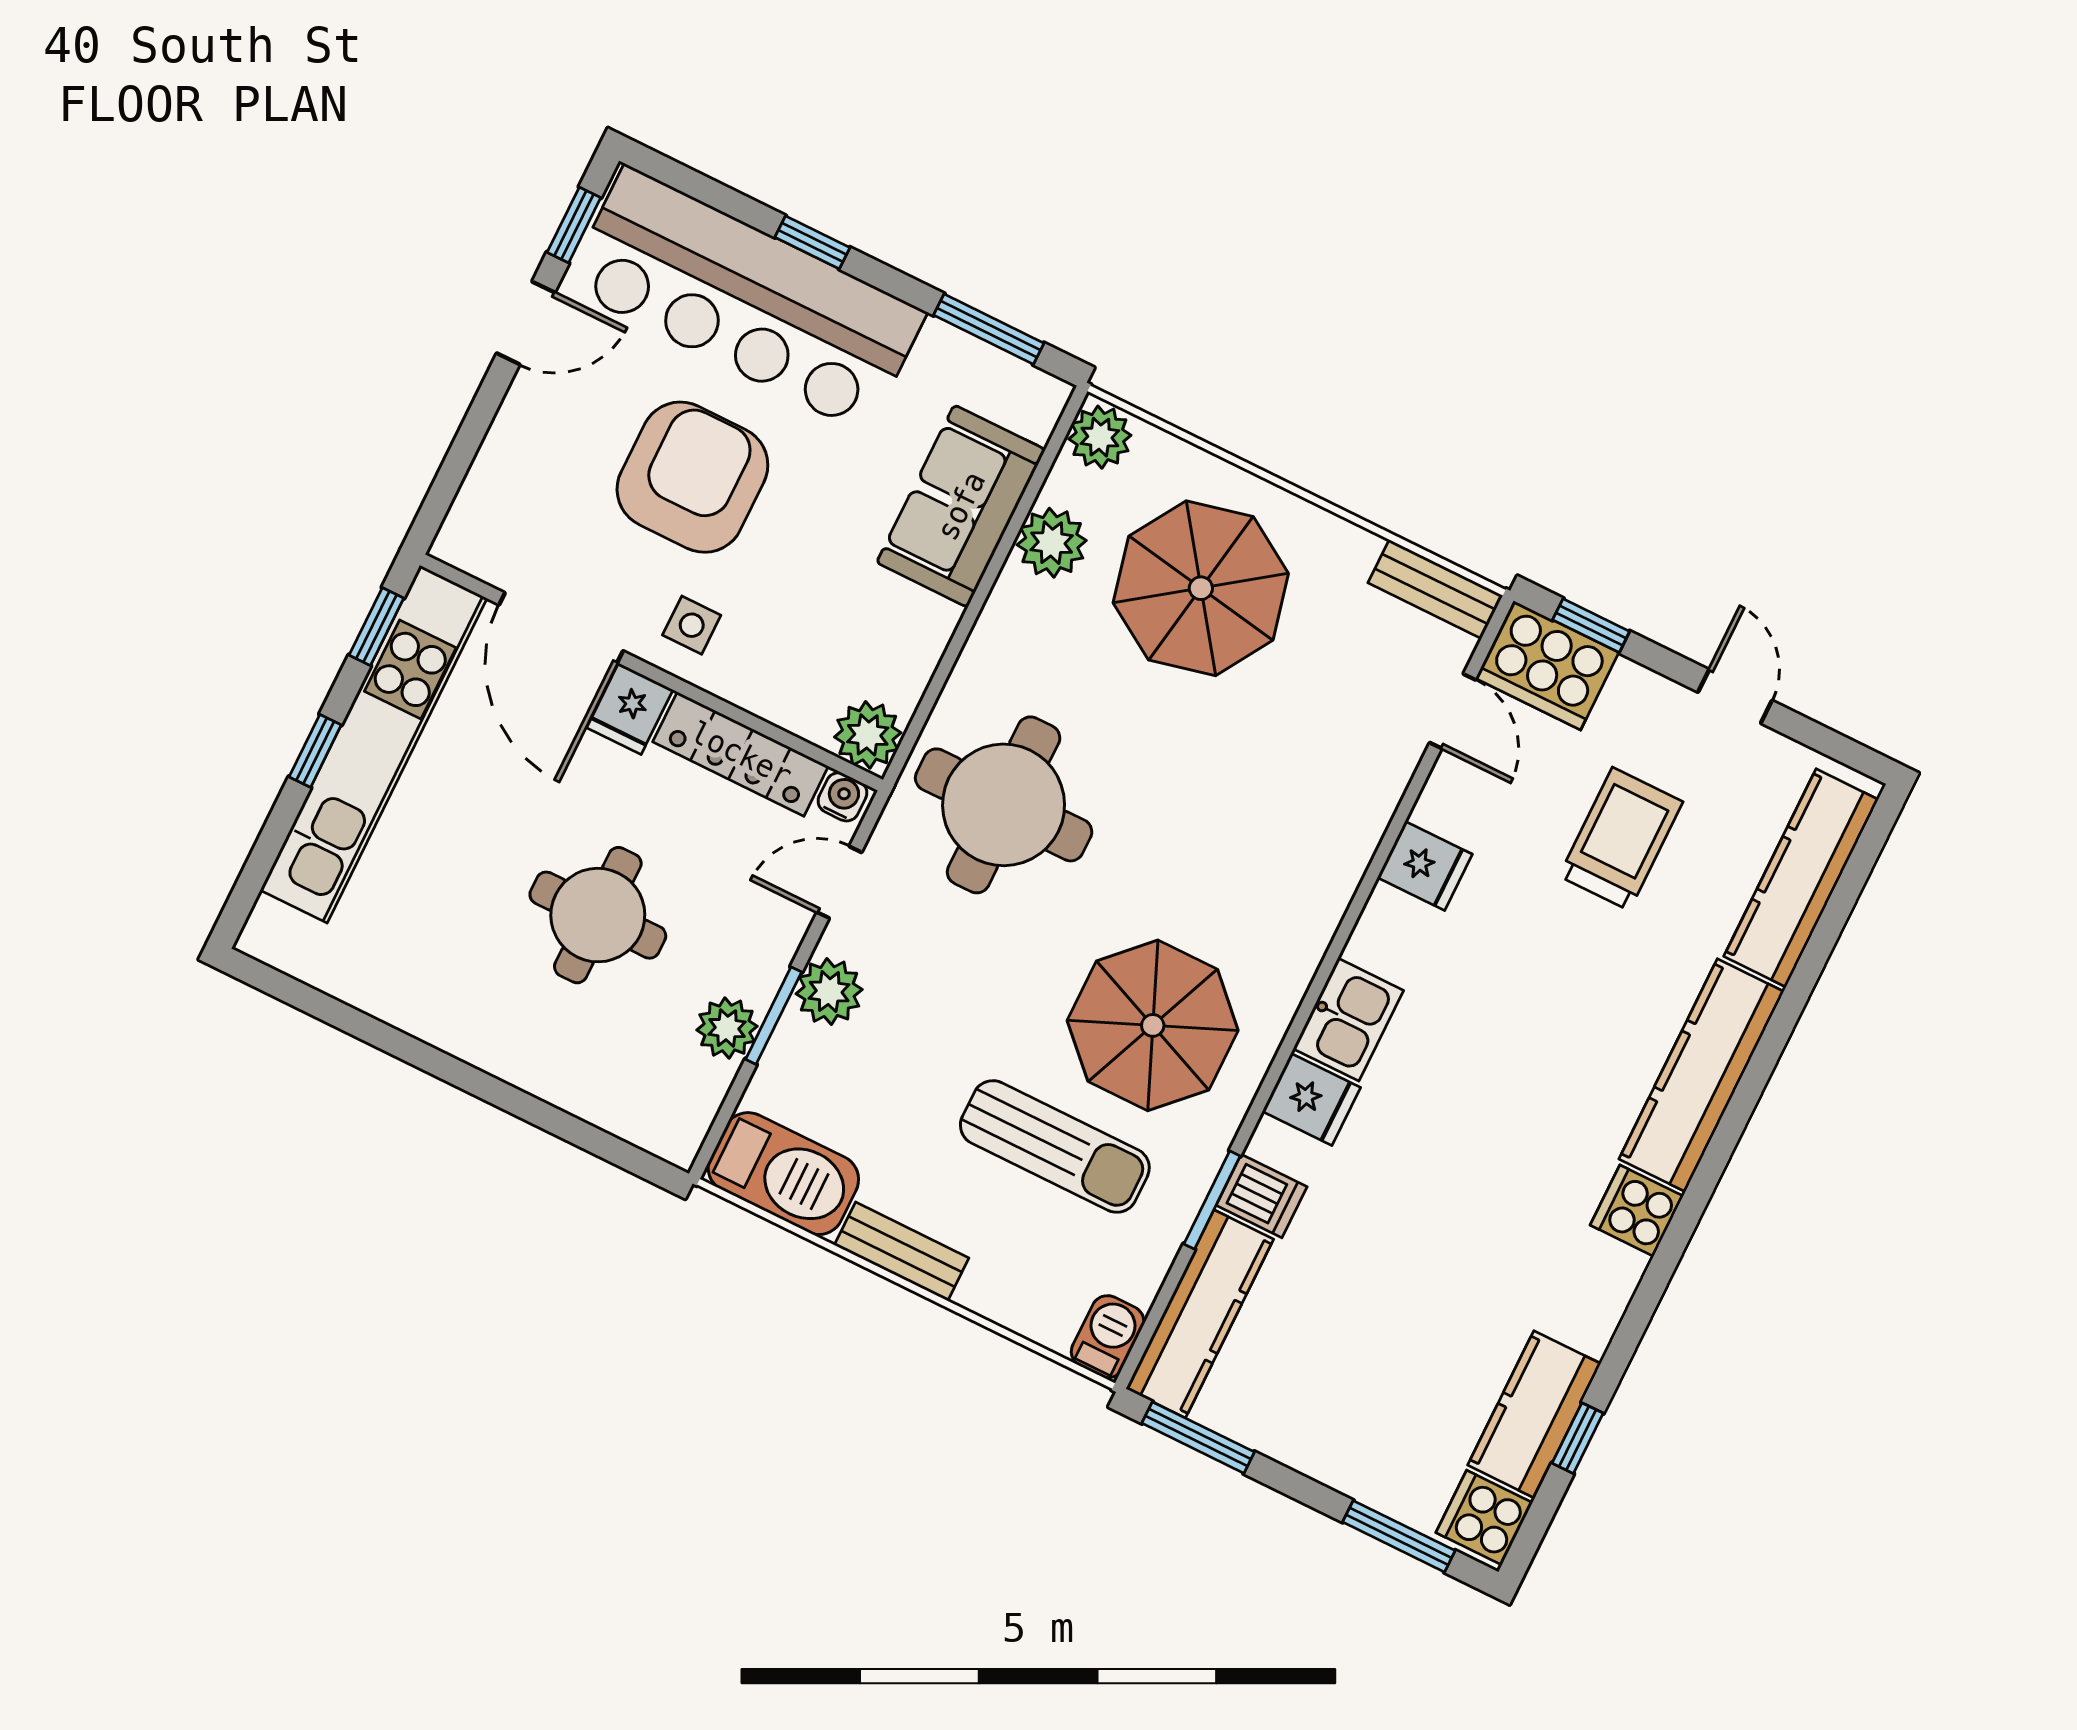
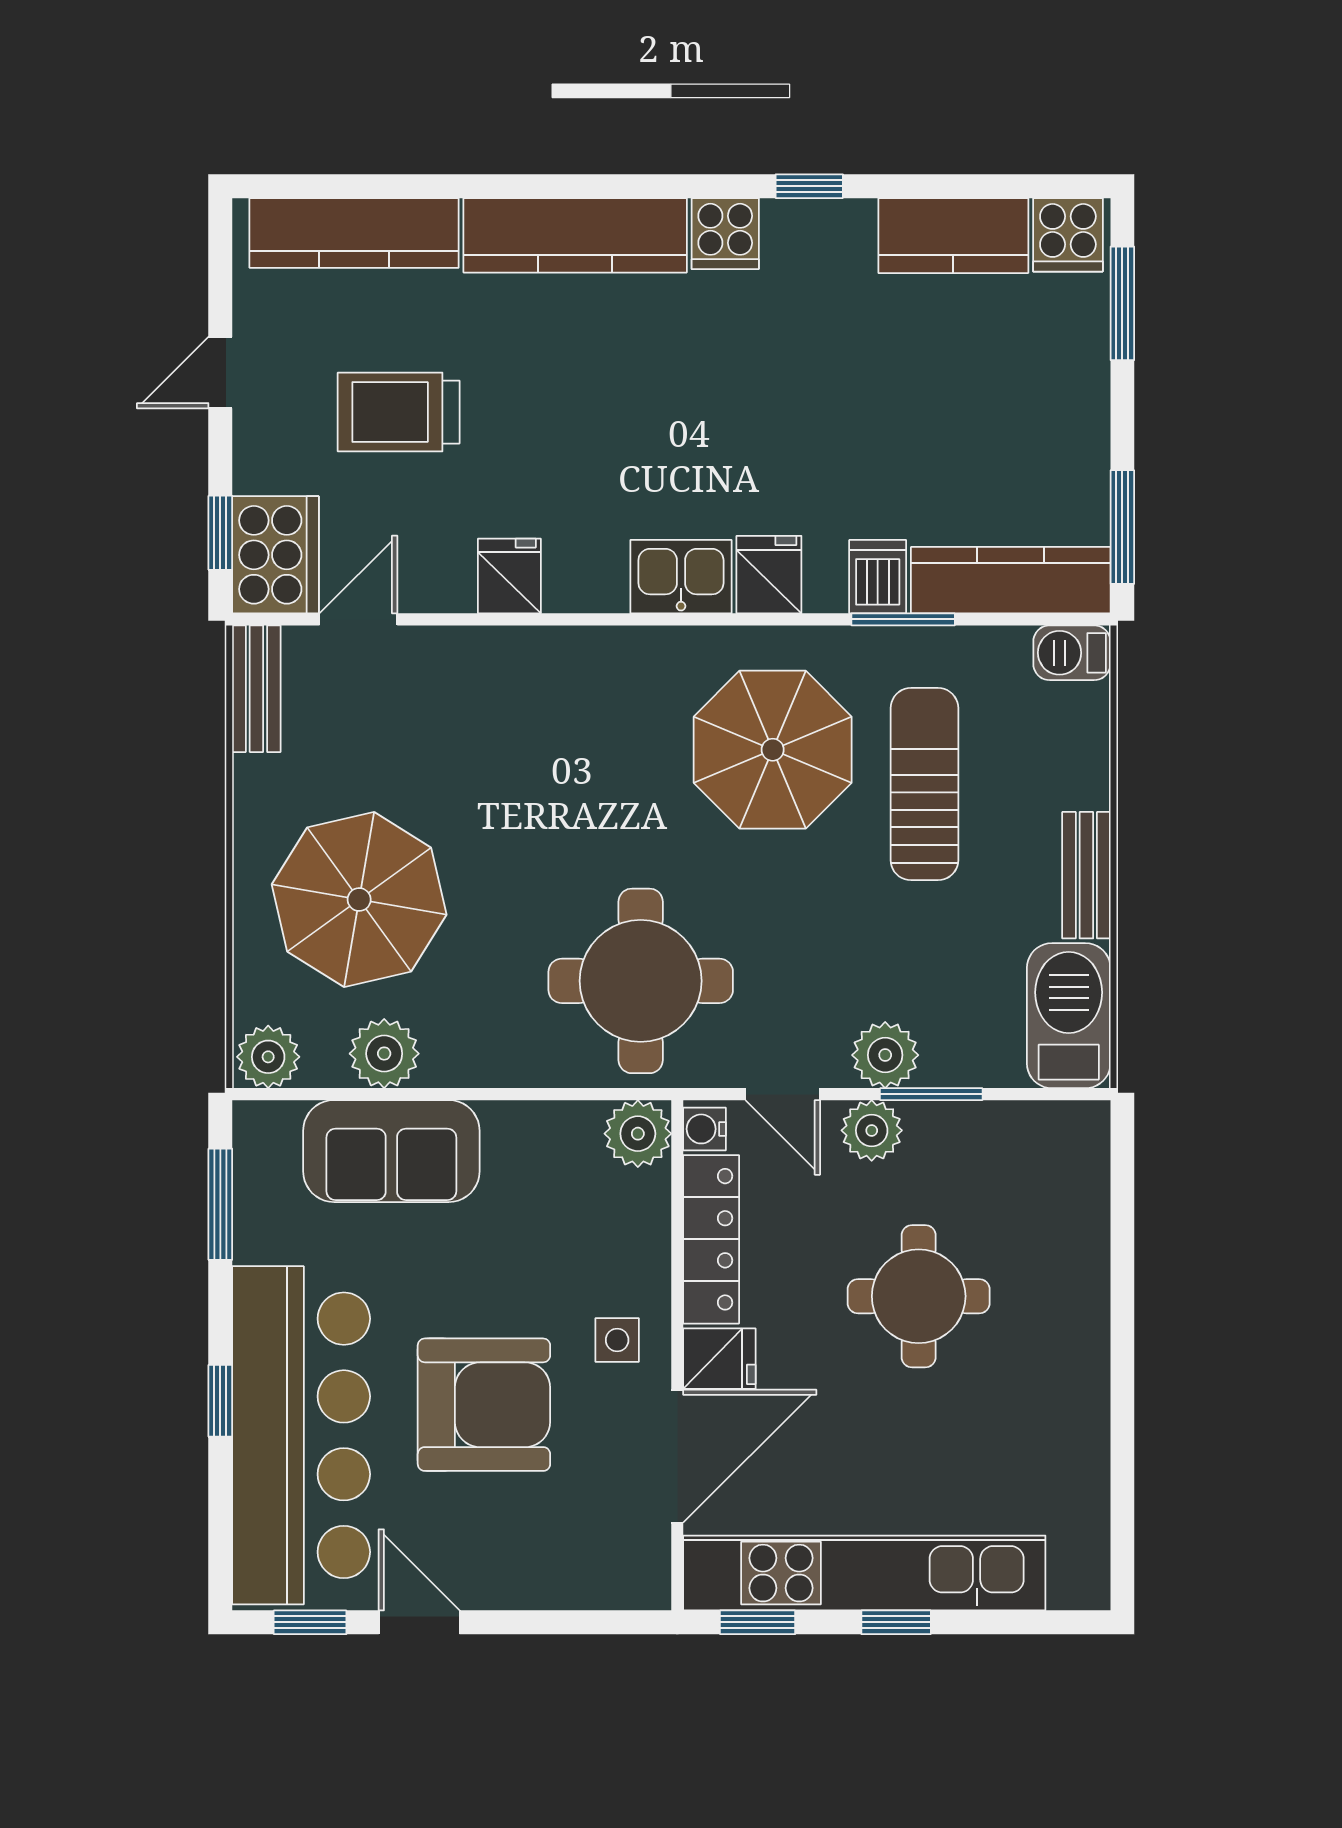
armchair: (692, 477) -> (484, 1405), turned 180
plant: (727, 1028) -> (872, 1130), moved
window: (1578, 1438) -> (809, 186), moved

